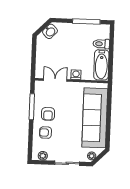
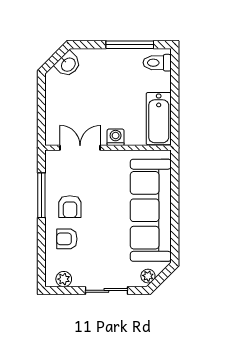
toilet: (101, 44) -> (157, 63), moved

